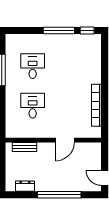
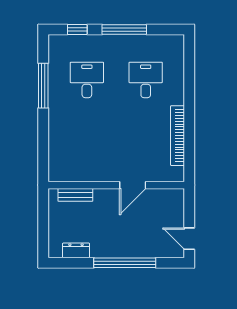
window: (87, 31) -> (77, 29), moved
desk: (33, 106) -> (146, 80), moved

